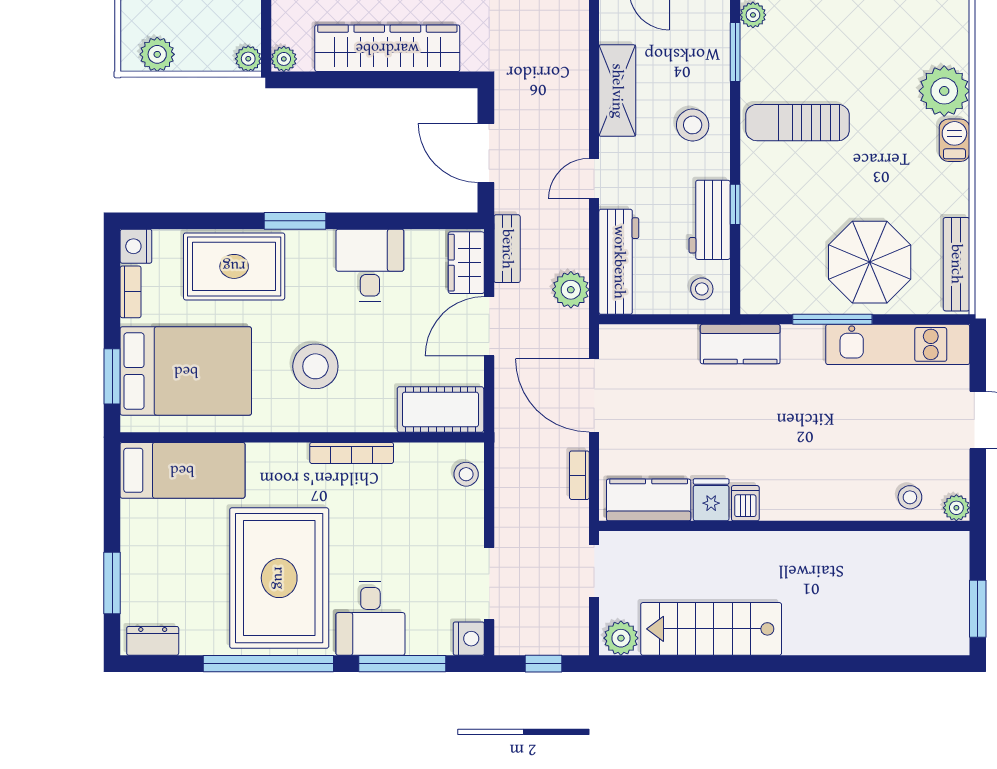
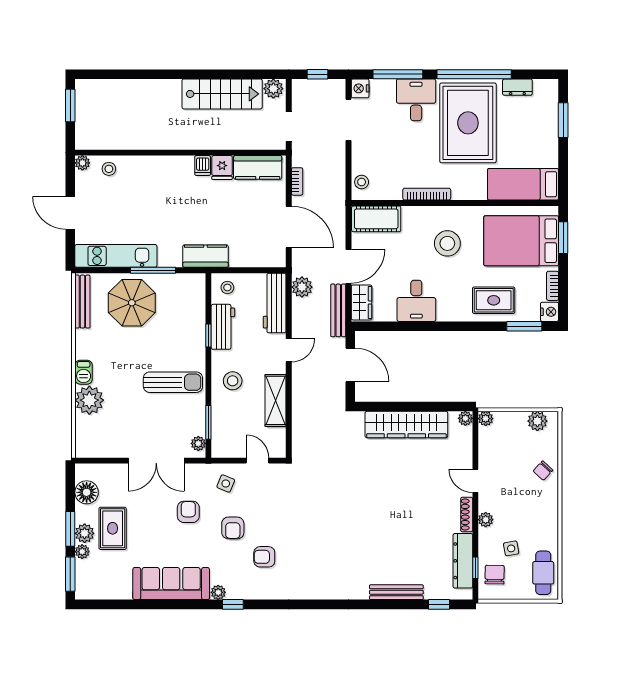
window: (295, 221) -> (524, 326), moved
bench: (507, 249) -> (338, 310), width x1.36
rug: (234, 266) -> (494, 300), width x0.73, depth x0.70
dresser: (153, 641) -> (517, 87), moved

